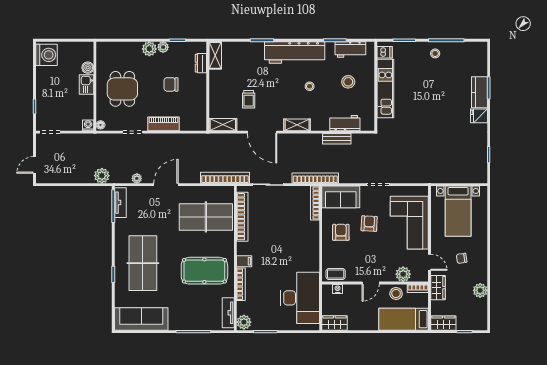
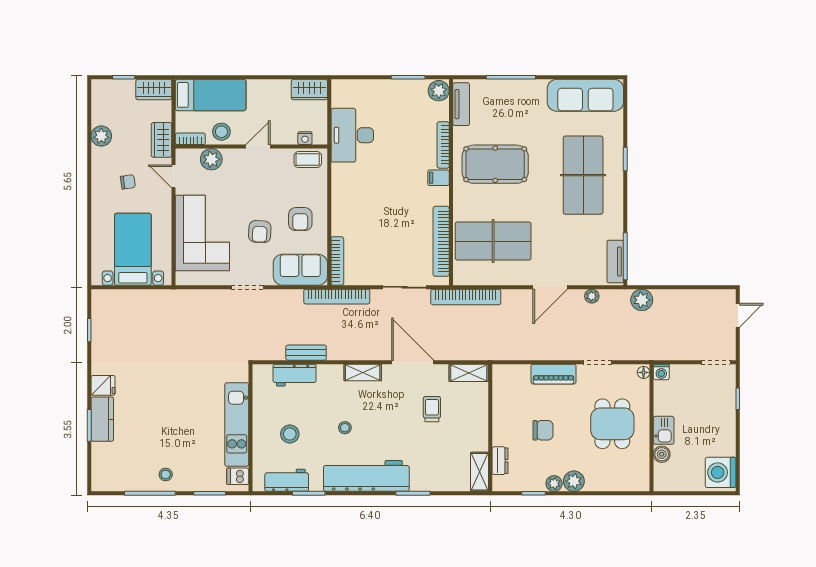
desk: (300, 298) -> (352, 135), width x0.73, depth x0.77

